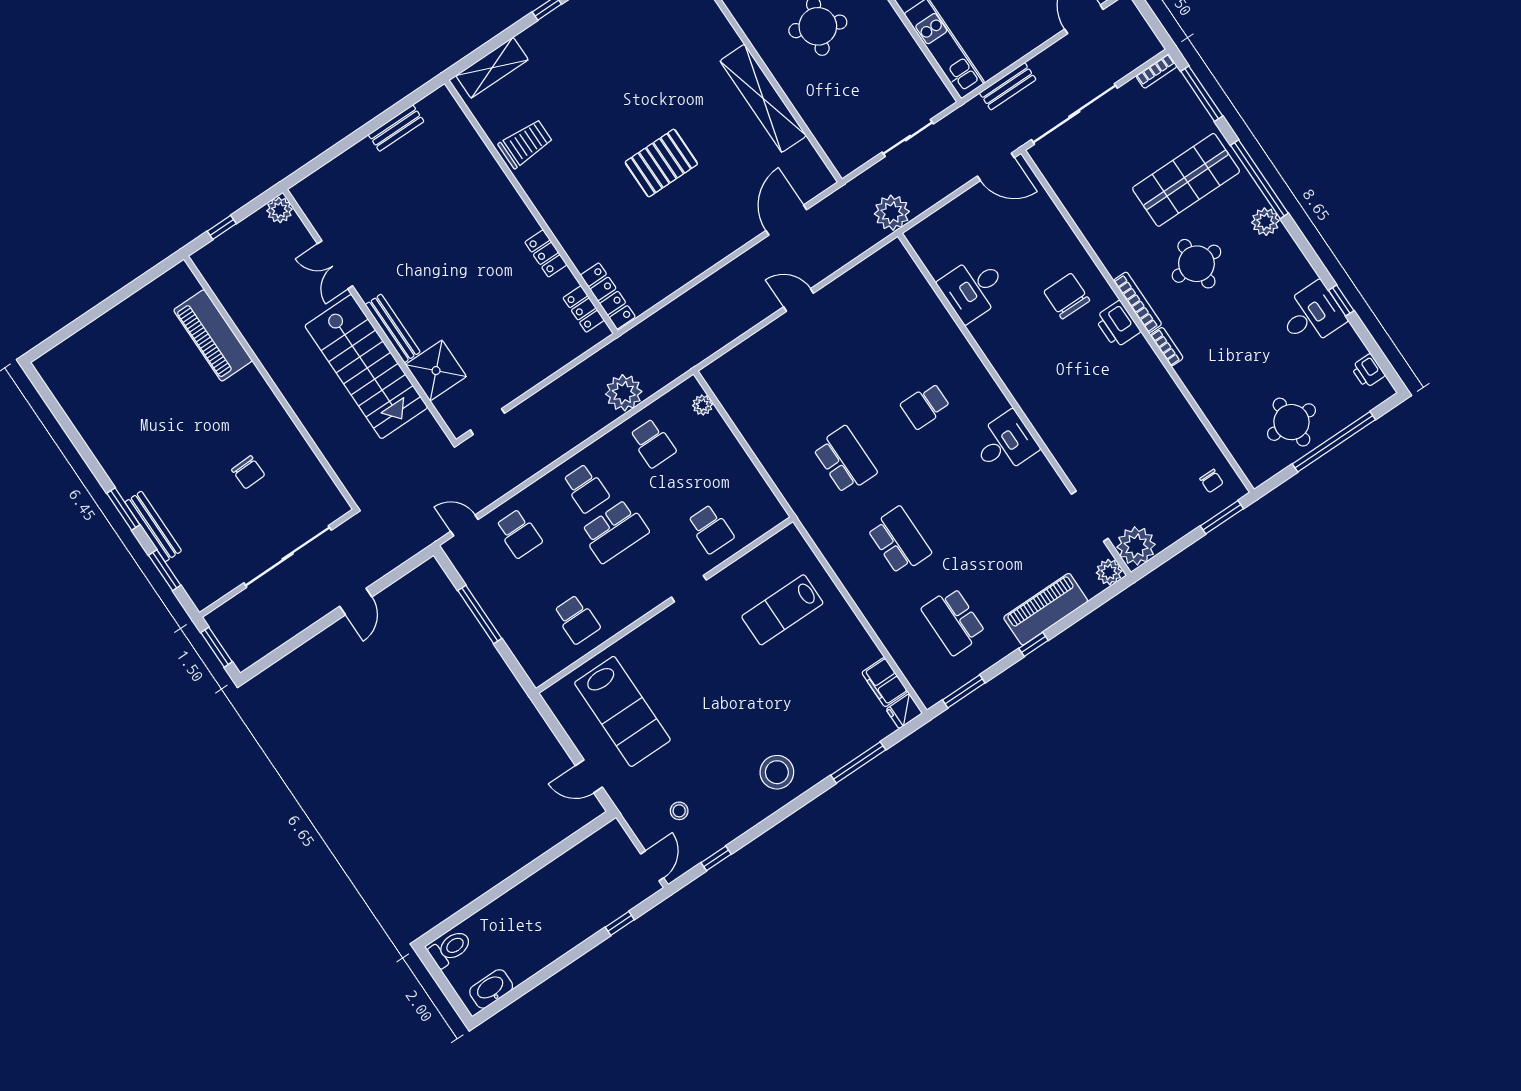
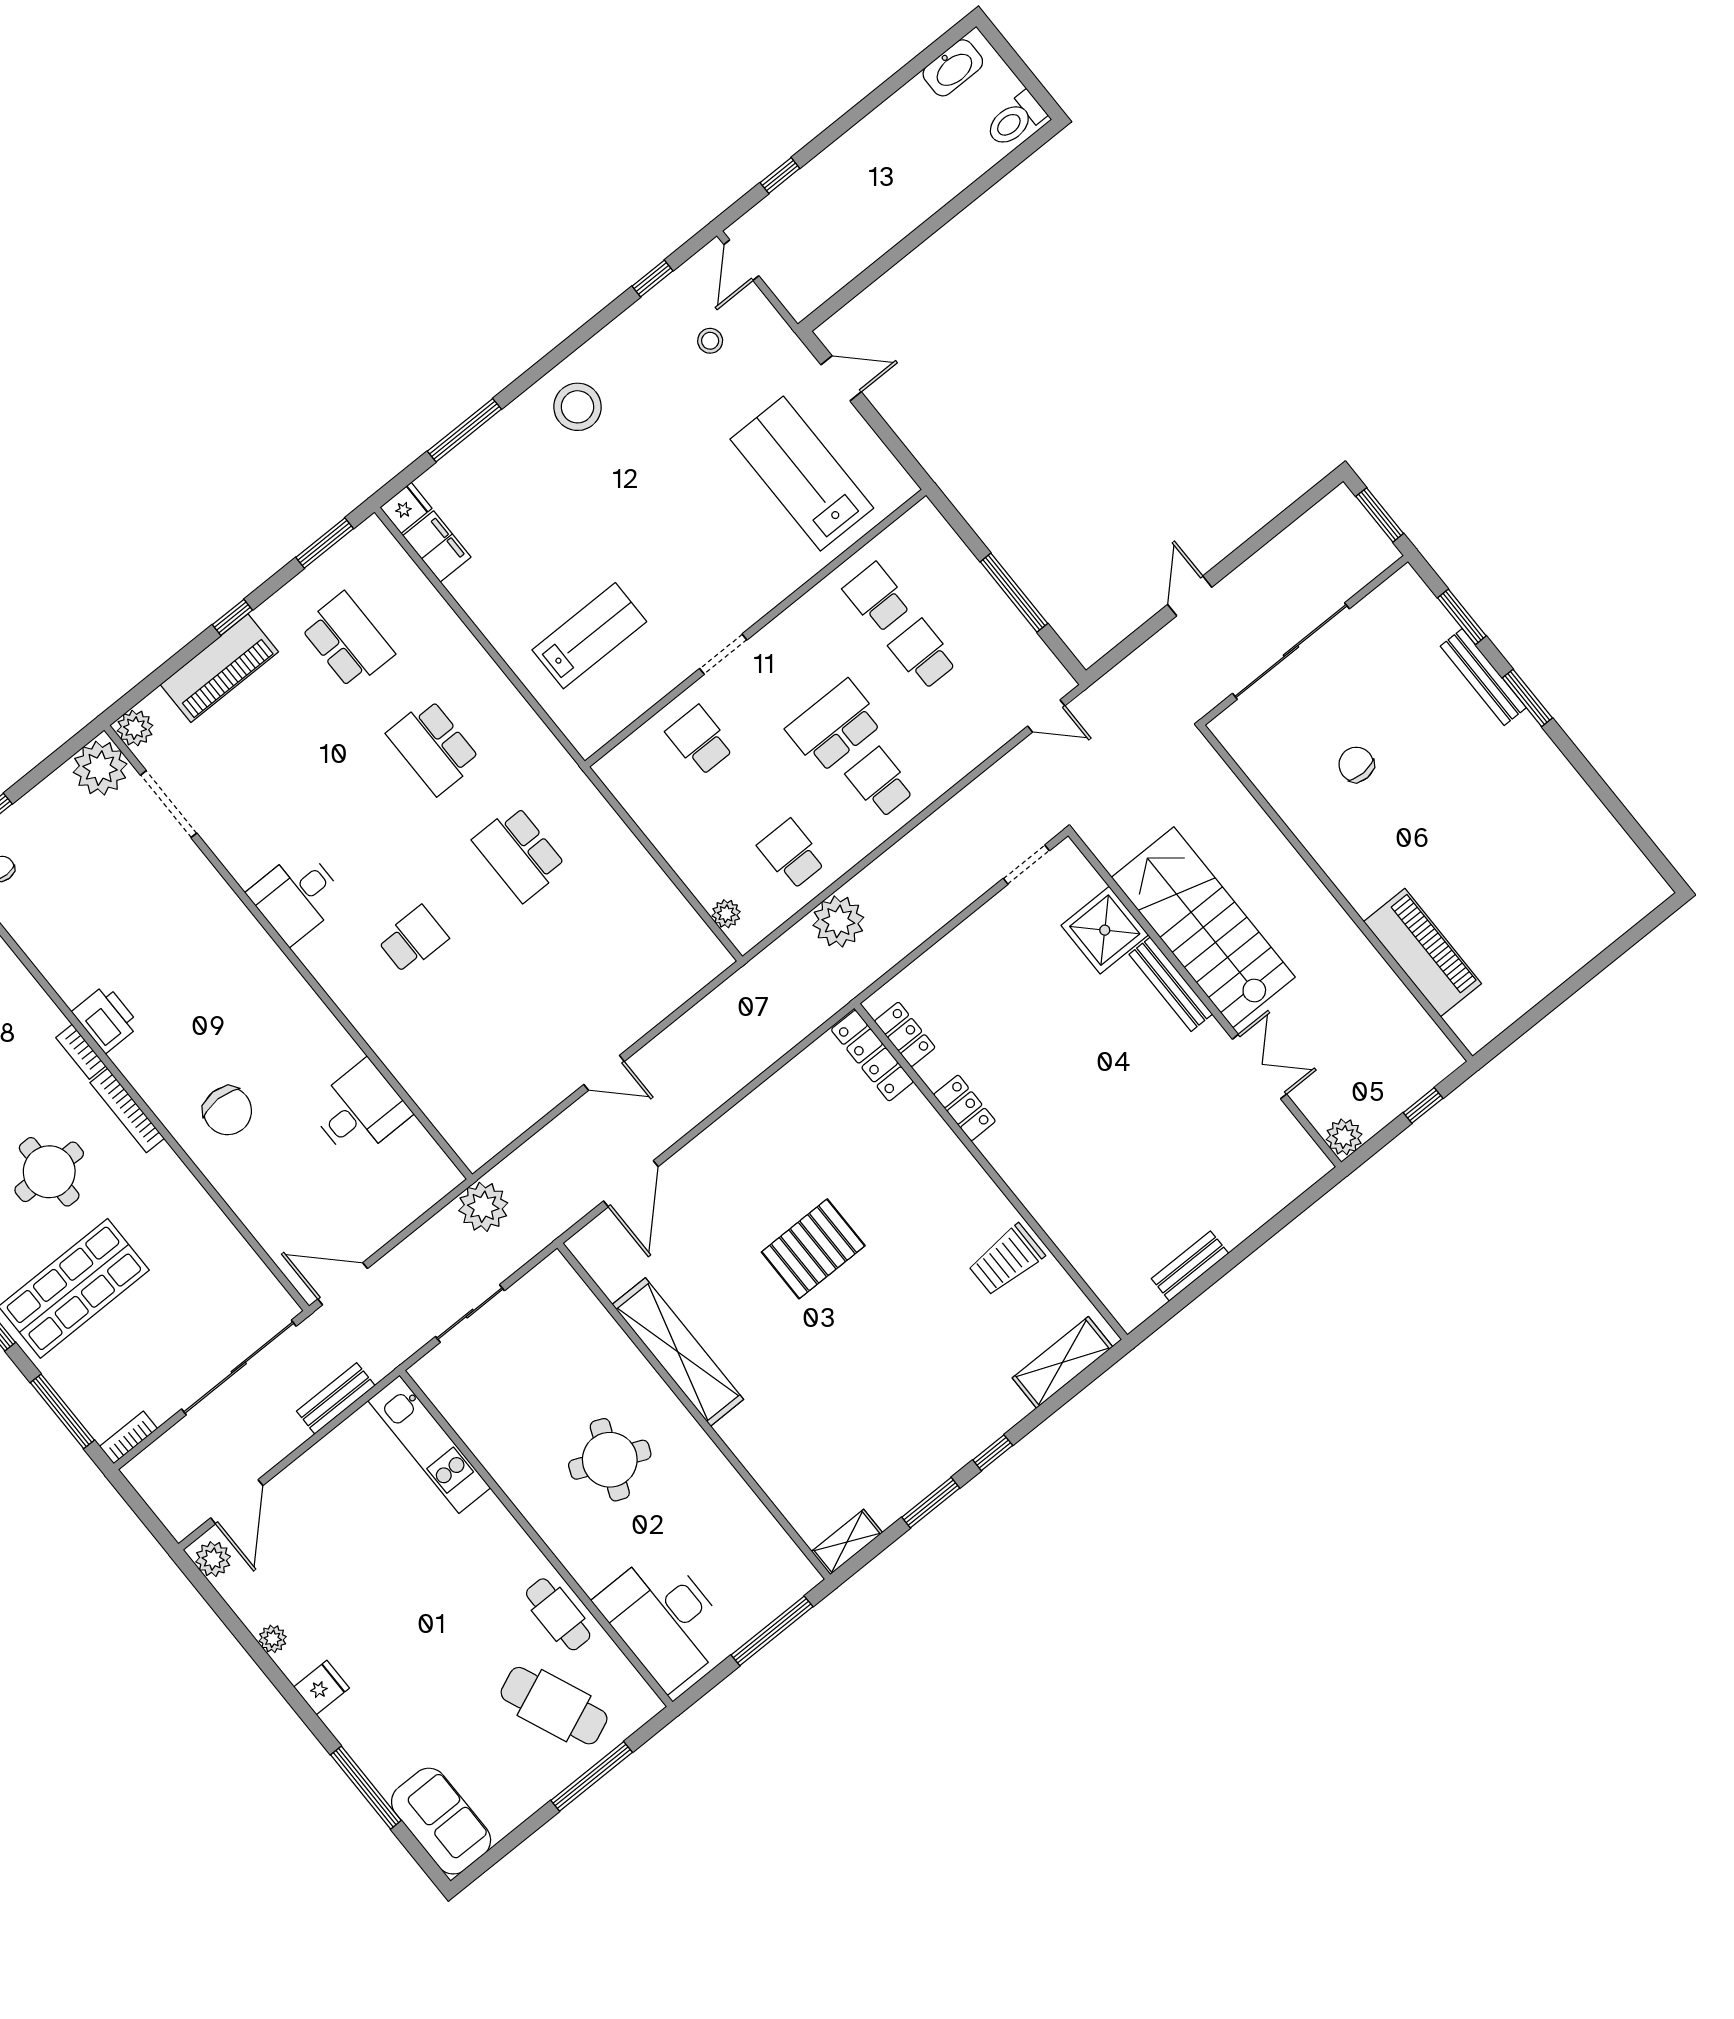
printer: (1118, 324) -> (106, 1019), moved
school desk: (519, 533) -> (923, 654), moved

